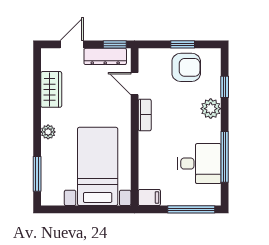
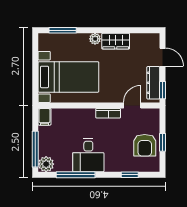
wardrobe: (51, 89) -> (116, 41), moved
plant: (211, 109) -> (46, 164), moved
desk: (199, 164) -> (88, 155), moved

